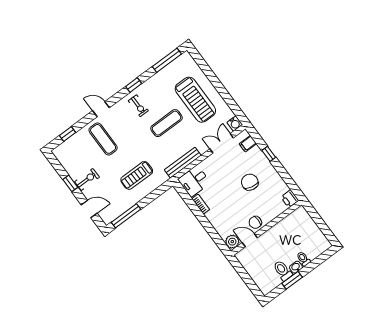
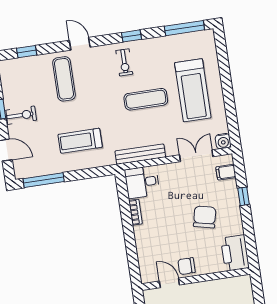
printer: (290, 199) -> (235, 253), width x1.87, depth x1.48
plant: (232, 242) -> (149, 274), removed

